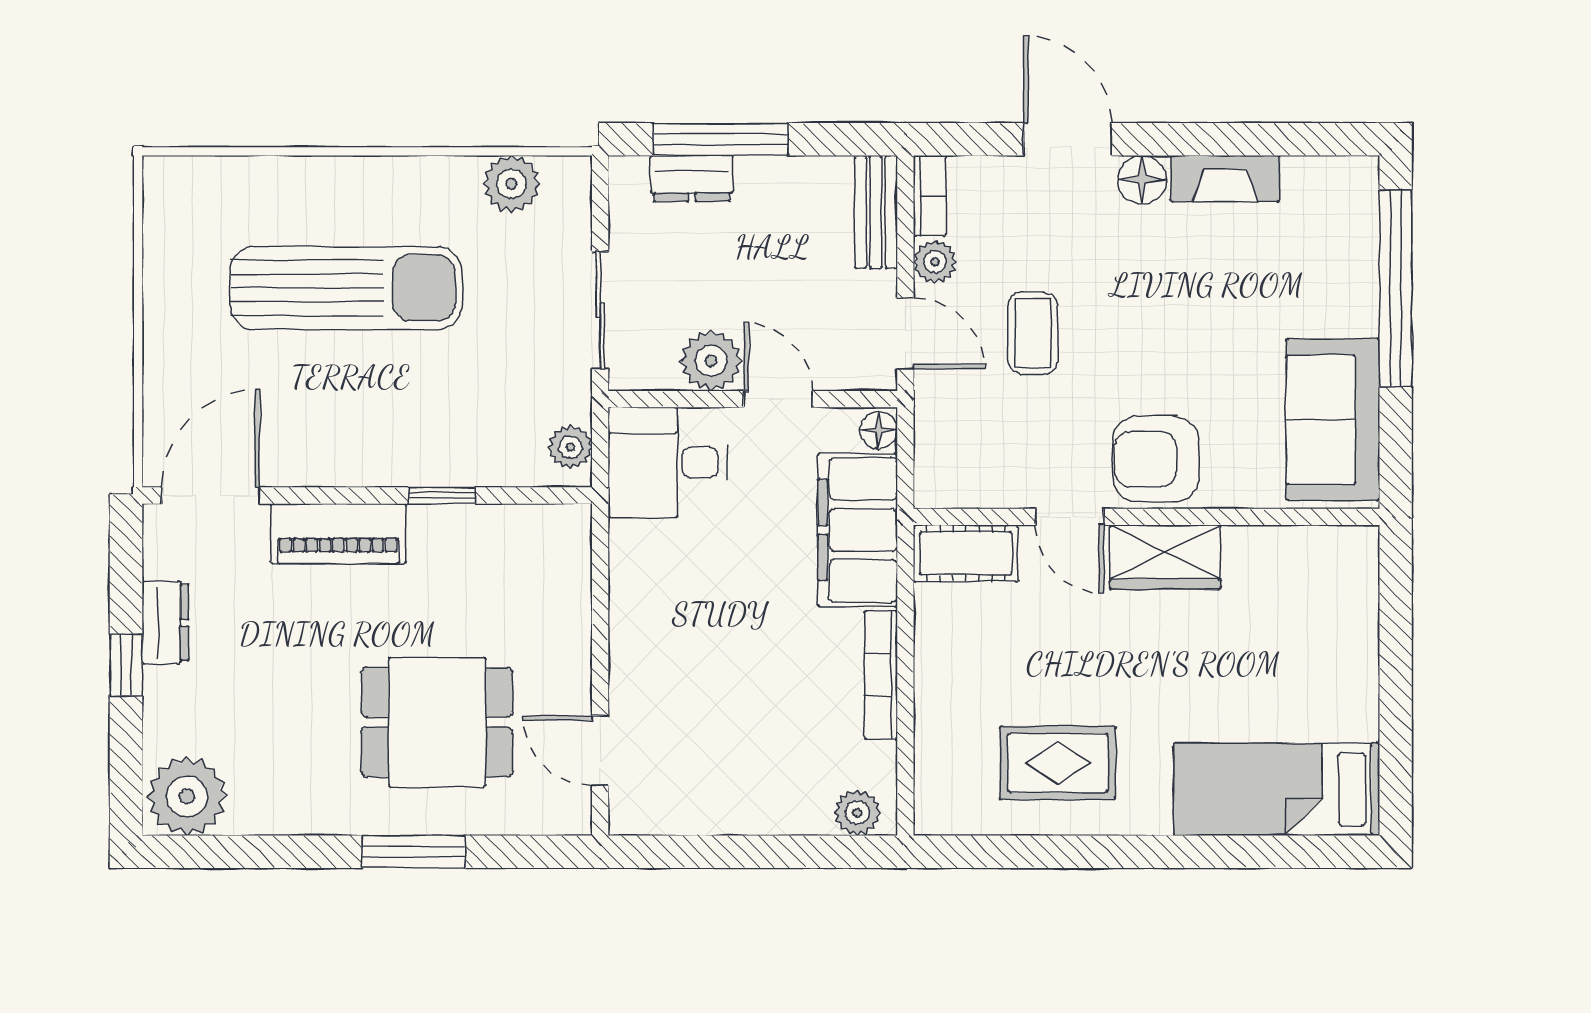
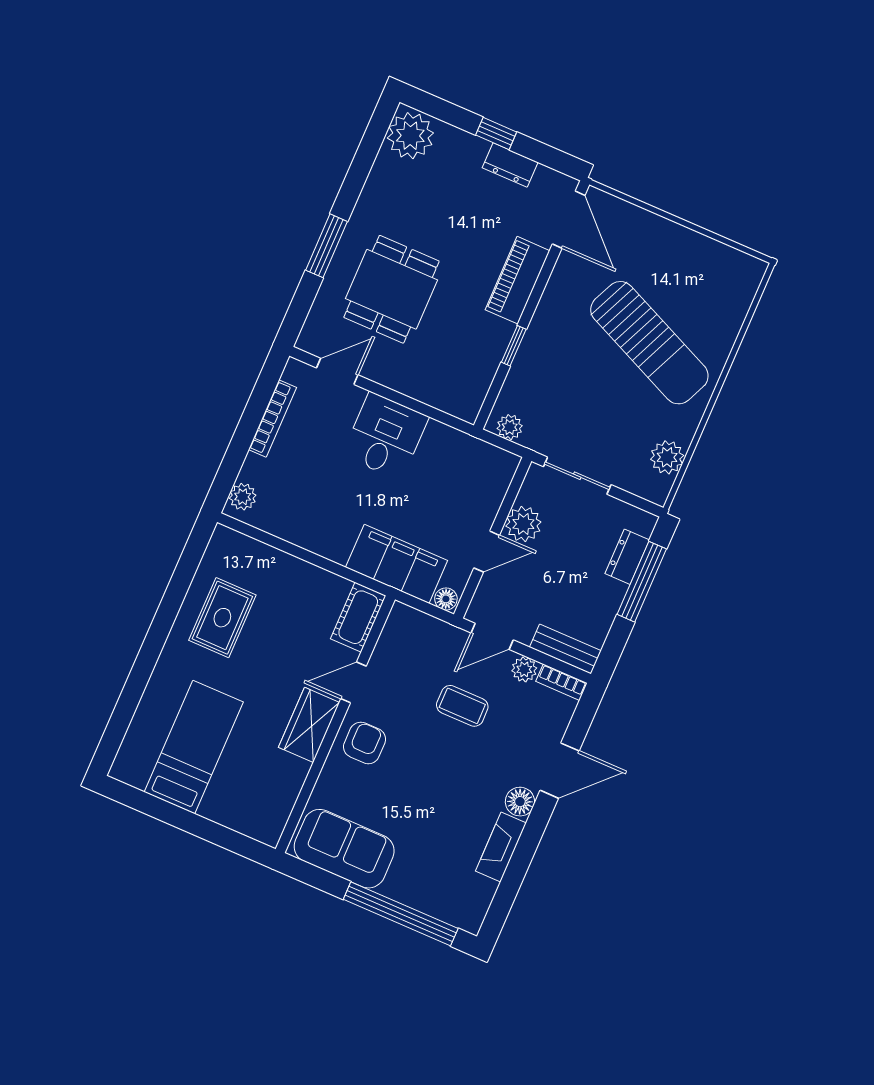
sun lounger: (346, 288) -> (649, 343), turned -66
armchair: (1156, 459) -> (365, 743), width x0.72, depth x0.72
desk: (668, 462) -> (385, 436), moved
bookcase: (881, 675) -> (272, 418), moved, turned 90
bed: (1277, 789) -> (194, 747), moved

